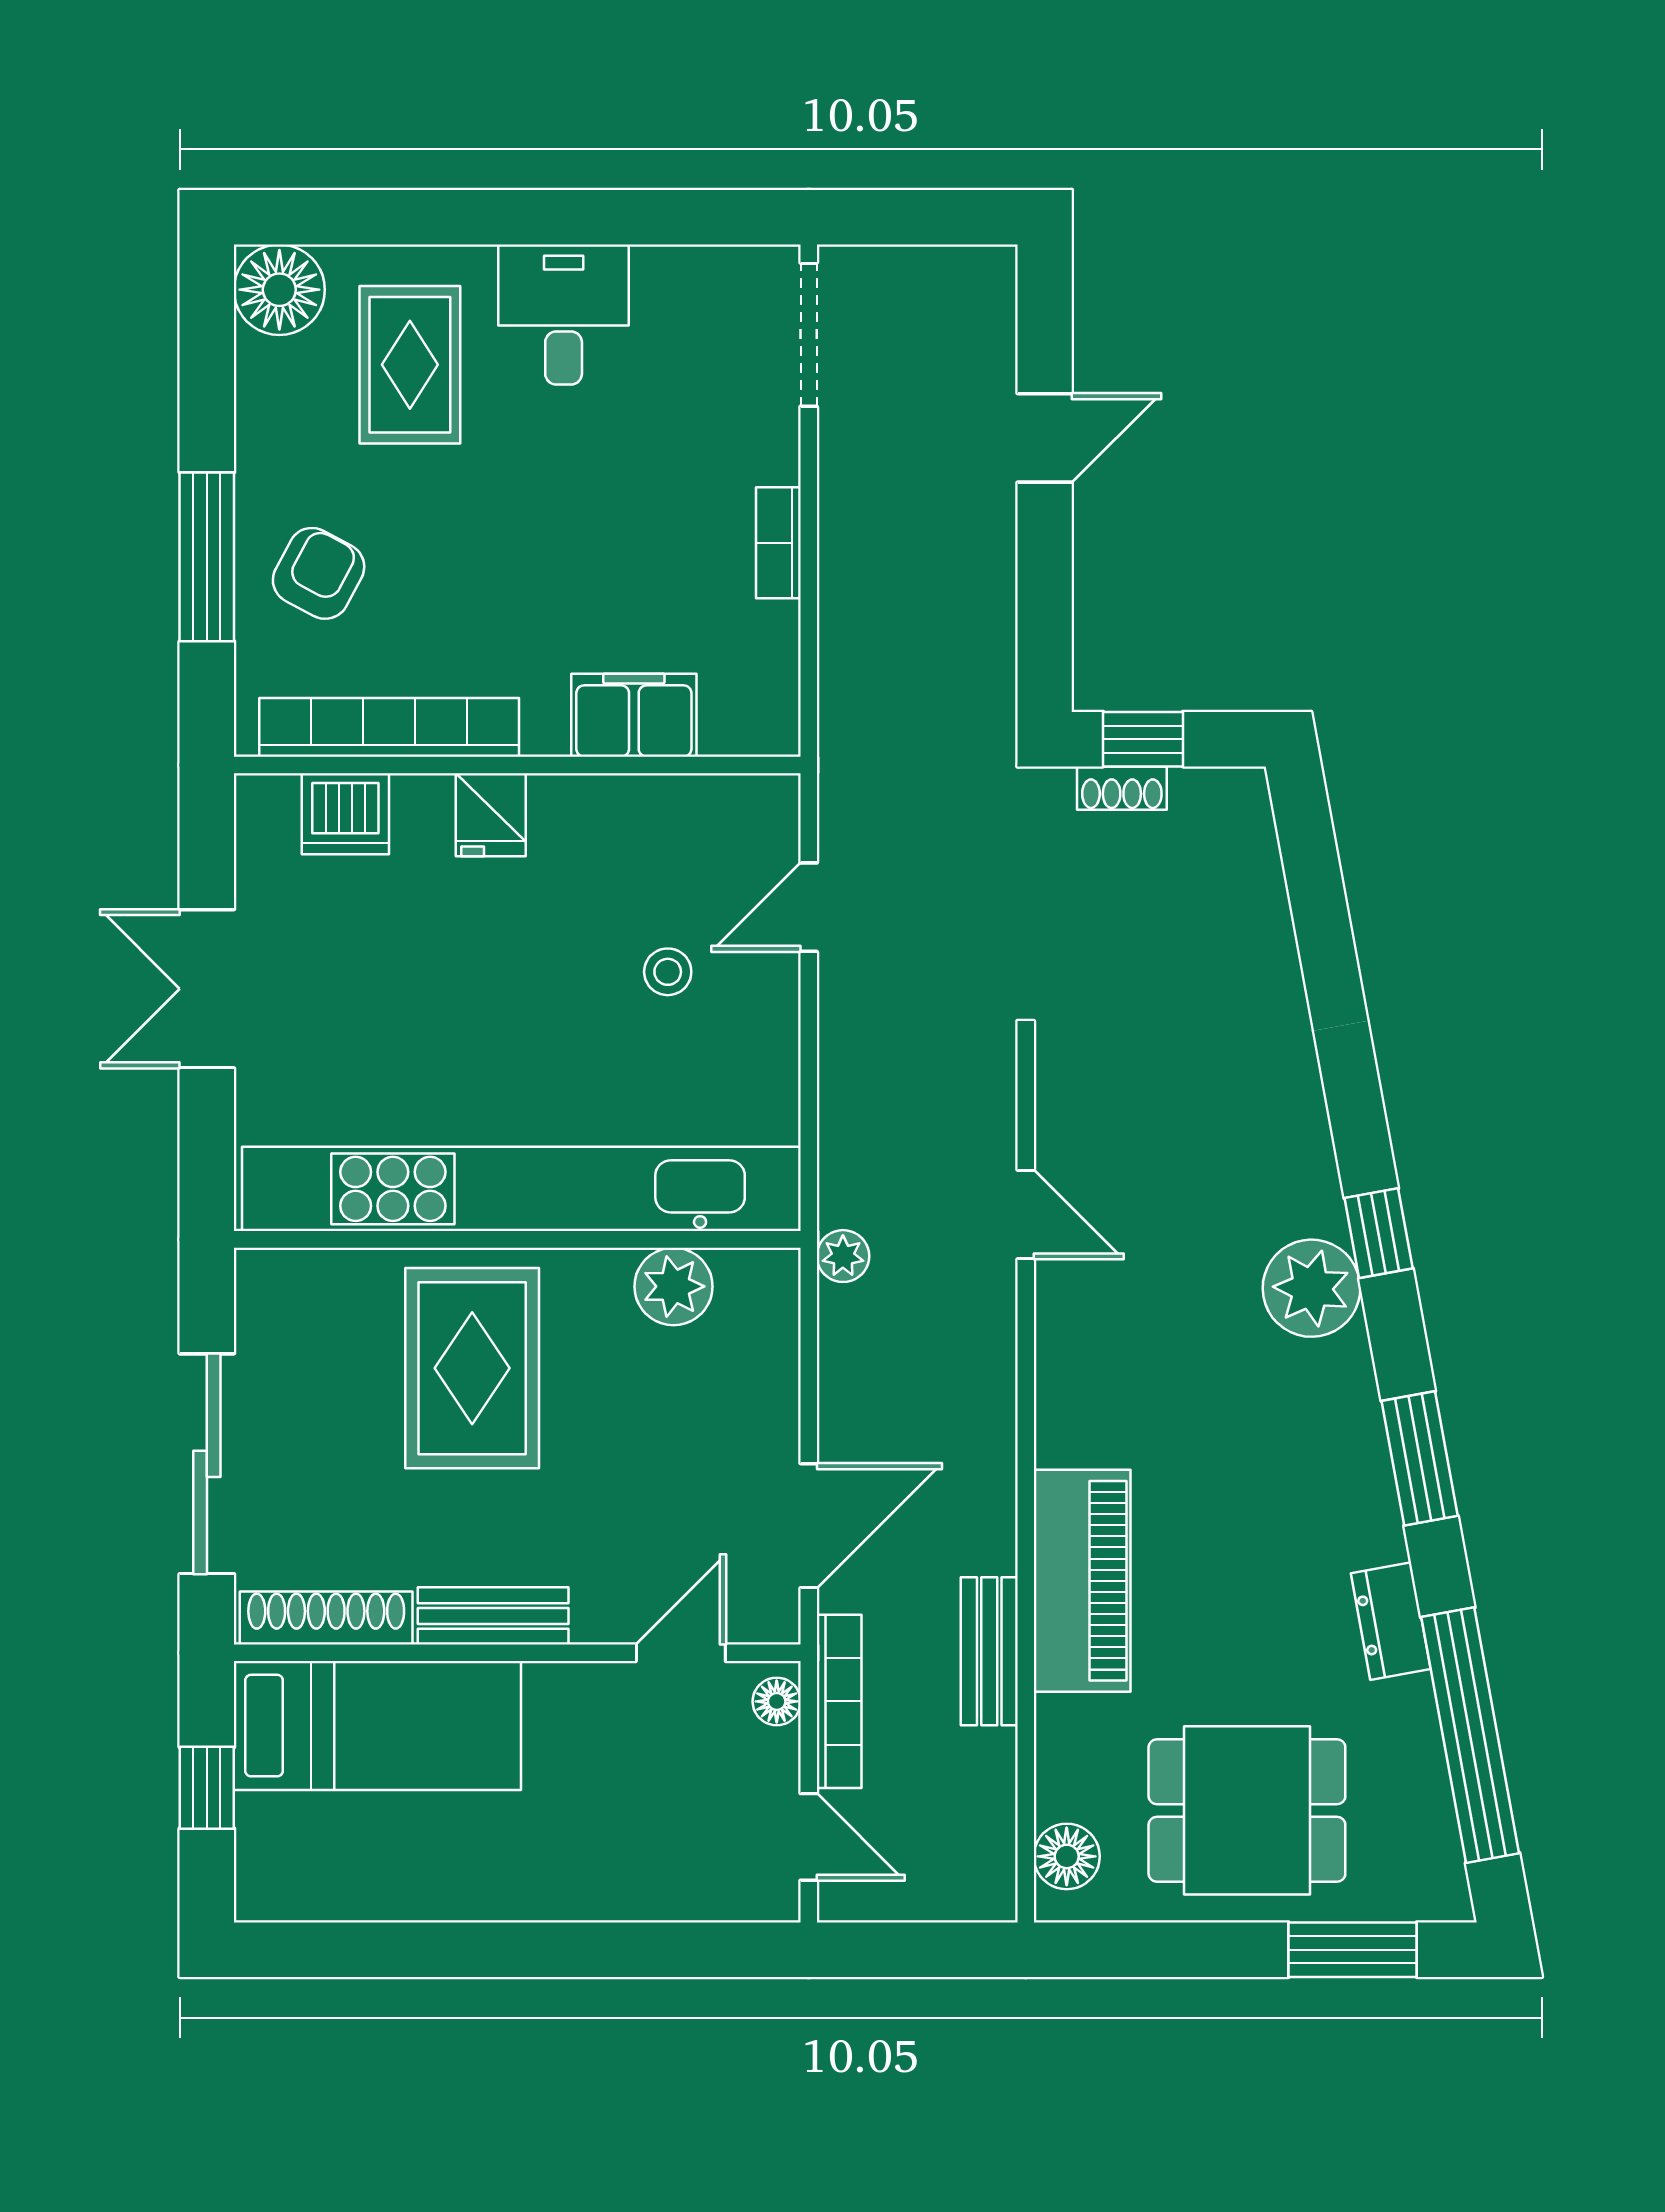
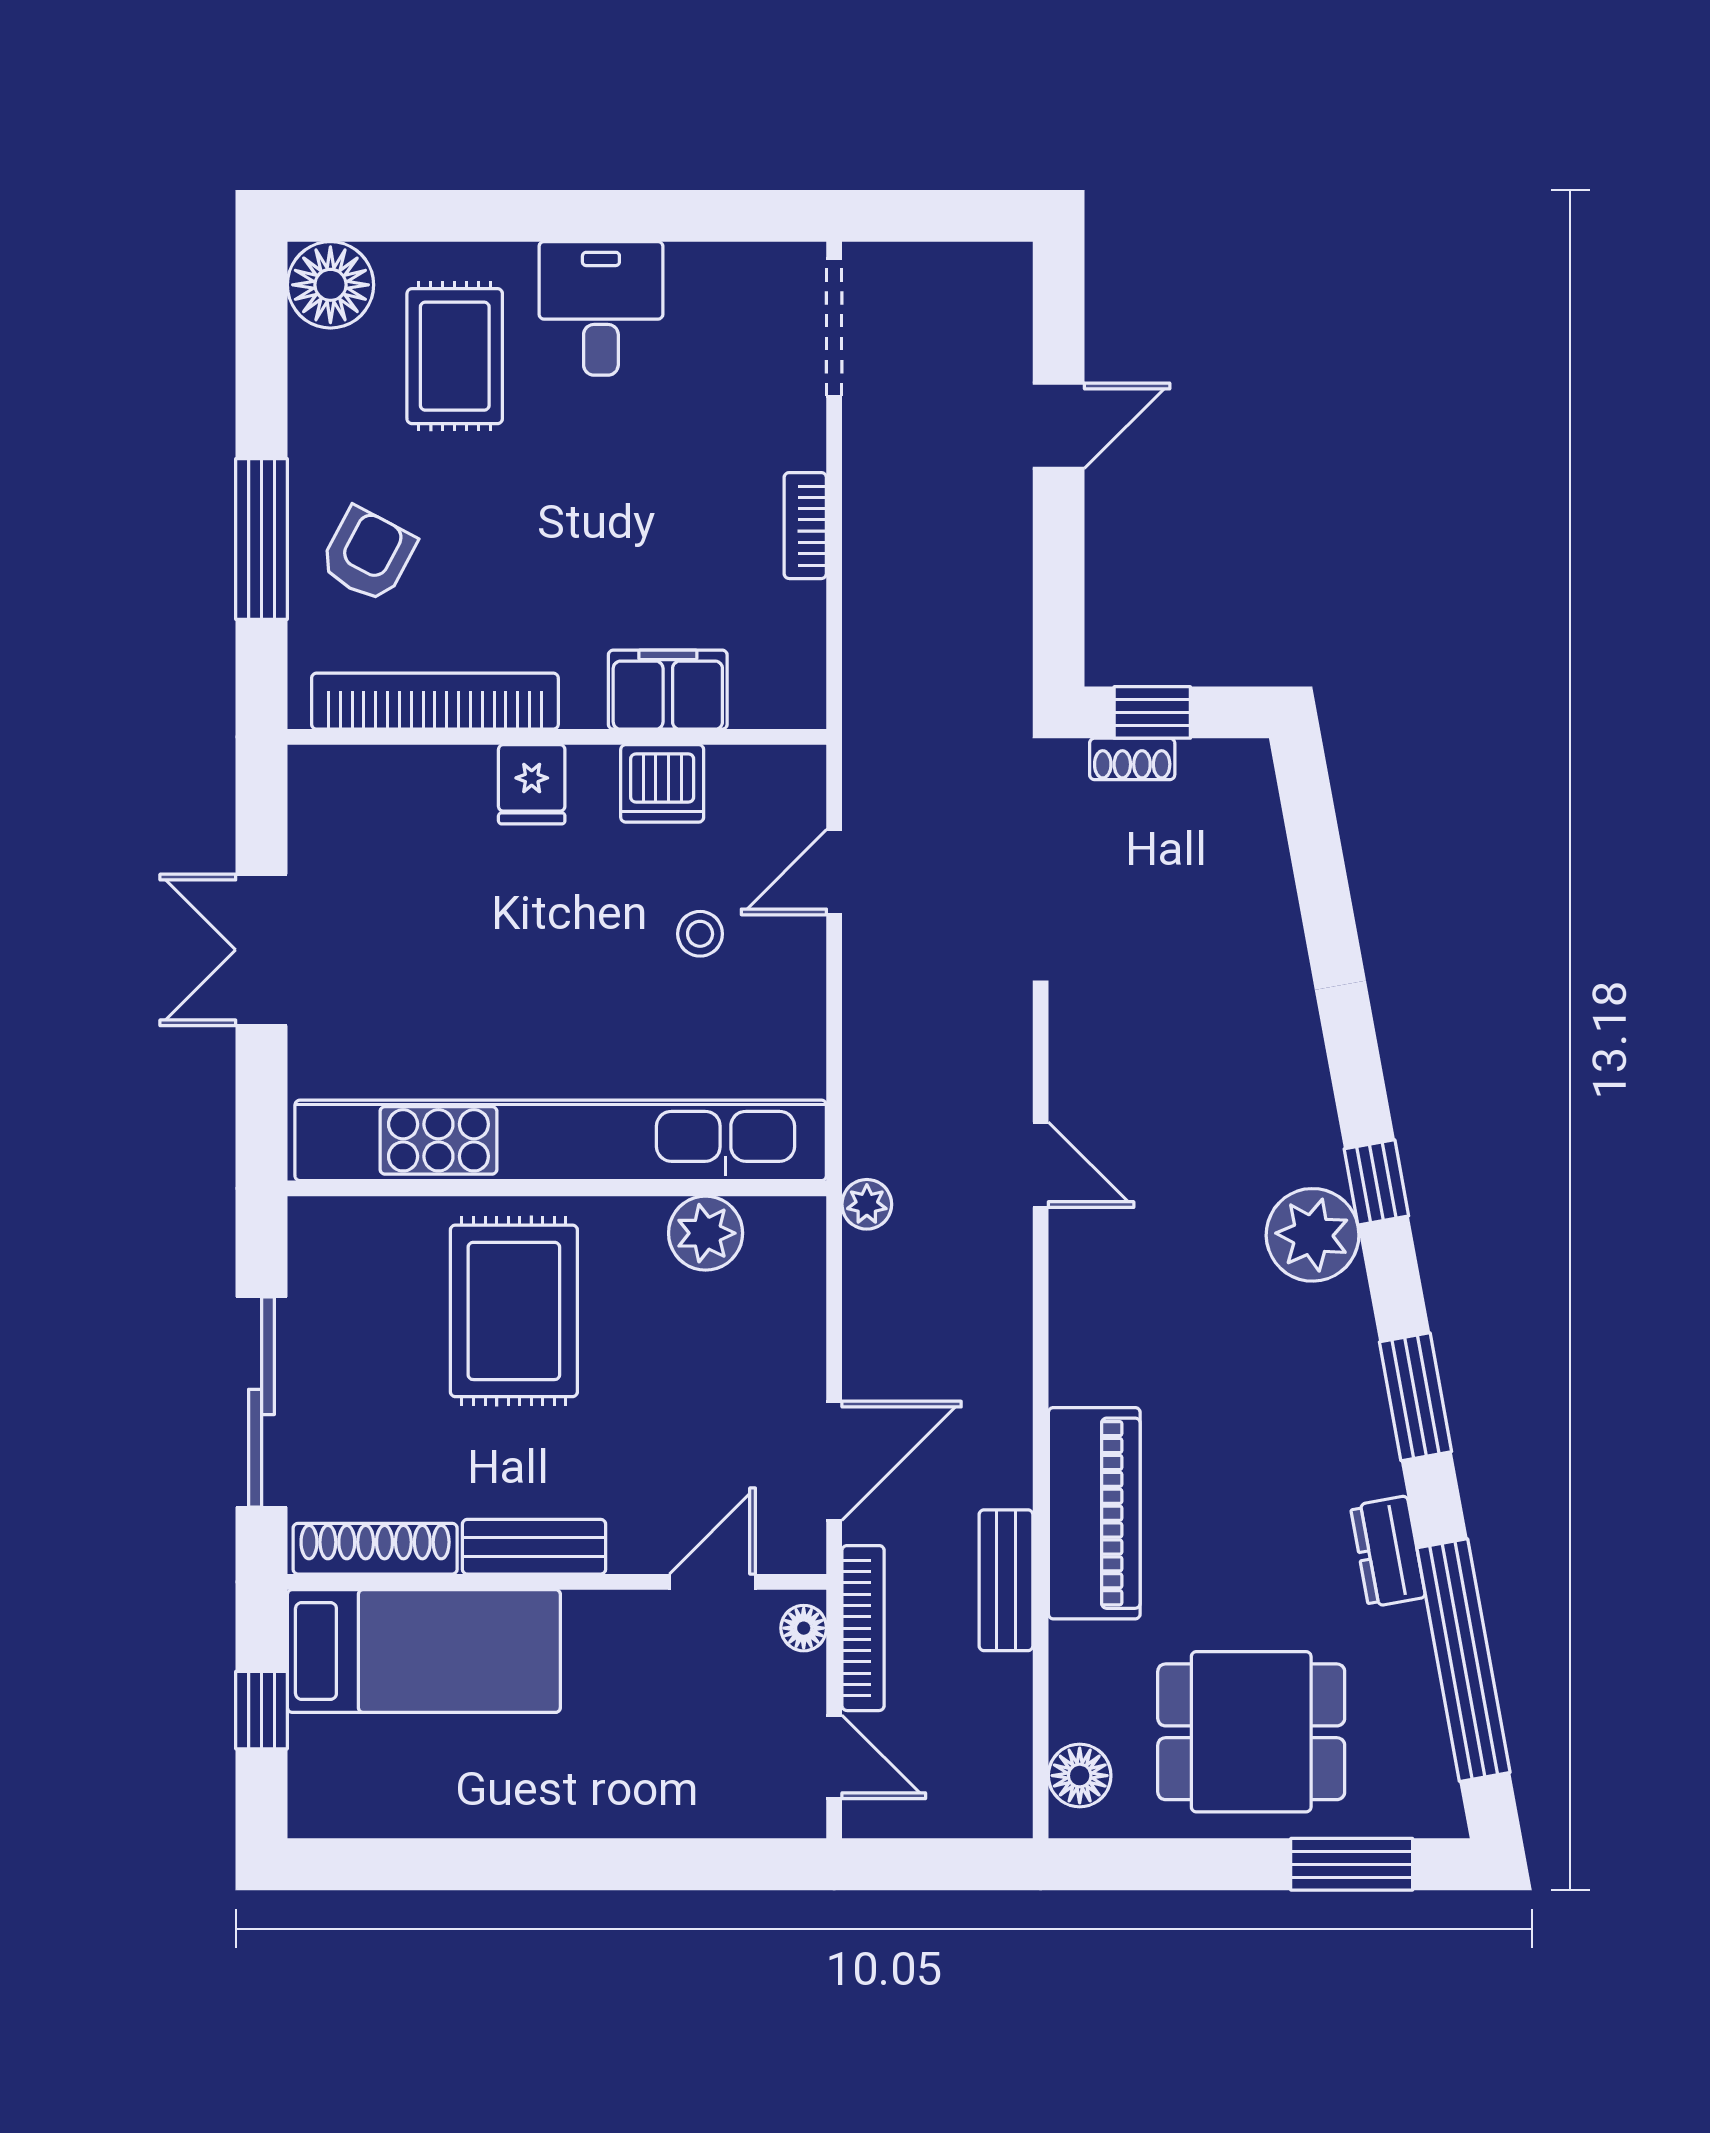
dishwasher: (345, 814) -> (662, 783), moved

